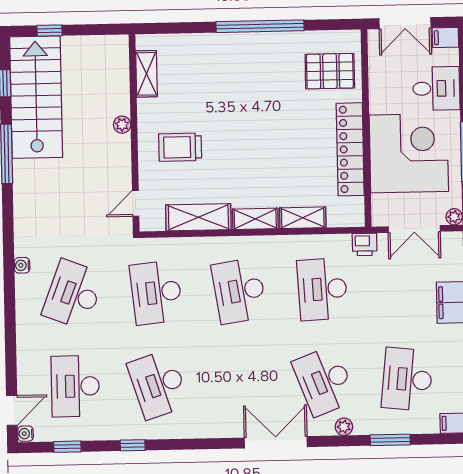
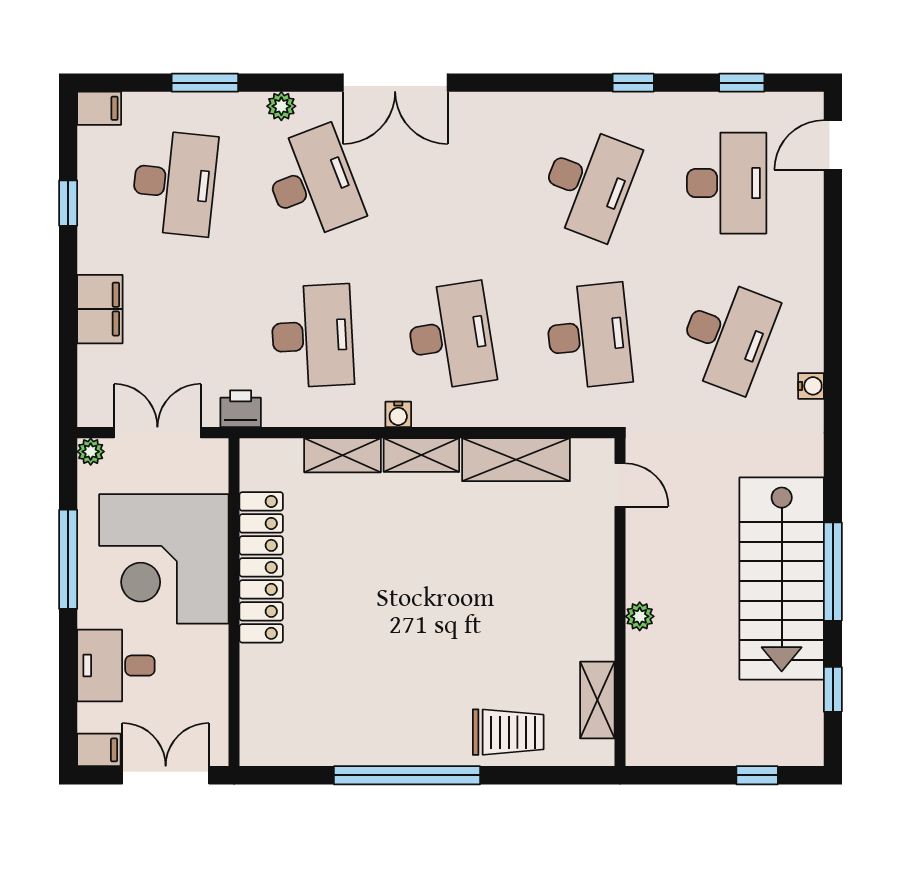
pallet: (330, 71) -> (292, 698), removed
stairs: (36, 97) -> (782, 578), moved
trolley: (180, 147) -> (508, 732), moved
door: (136, 203) -> (620, 485), hinge flipped
desk: (158, 384) -> (589, 183), turned 39
water cooler: (26, 434) -> (398, 414), moved, turned 90

